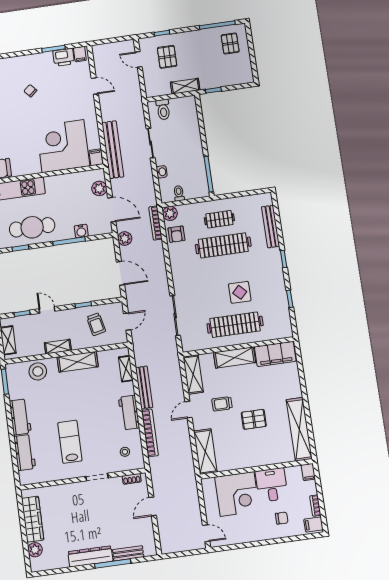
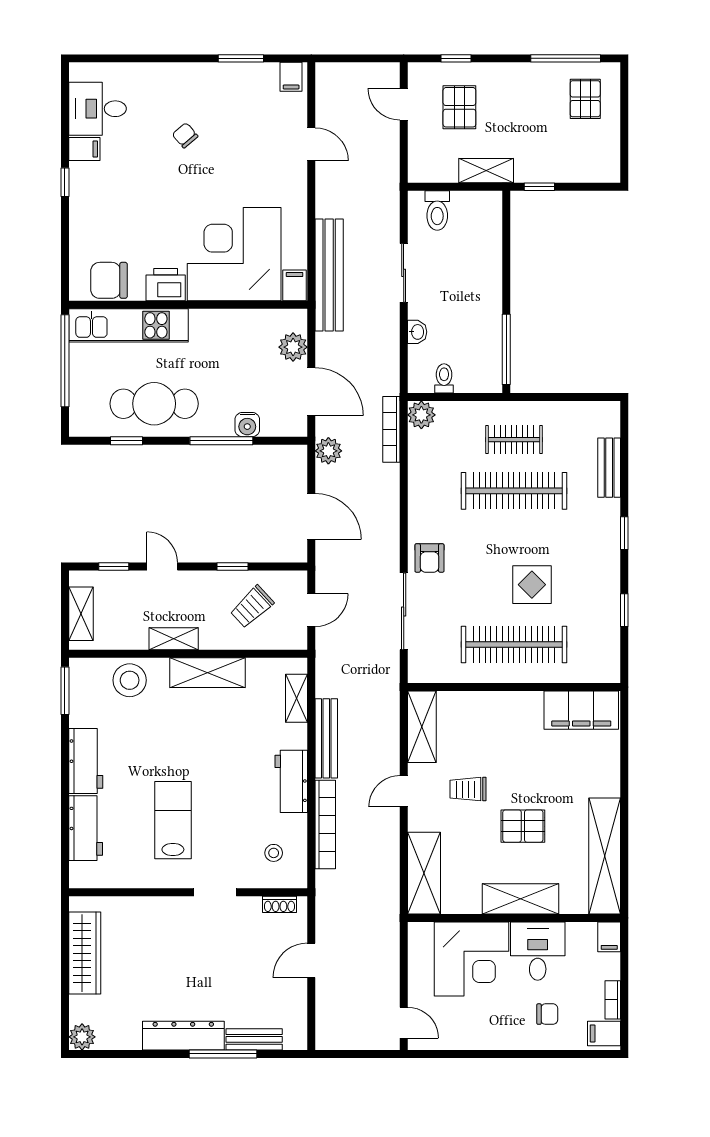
printer: (64, 57) -> (166, 285), moved, turned 180
bench: (271, 227) -> (609, 468), width x0.73
armchair: (176, 234) -> (429, 558), moved
trolley: (96, 324) -> (252, 607), turned 59
shelving: (235, 358) -> (521, 899), moved
plant: (35, 550) -> (82, 1037), moved

